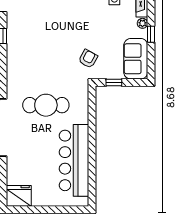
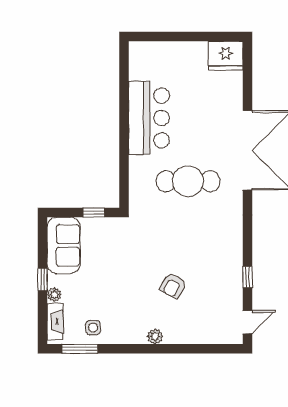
armchair: (88, 59) -> (173, 286), moved
bar counter: (74, 160) -> (149, 118), width x0.73

